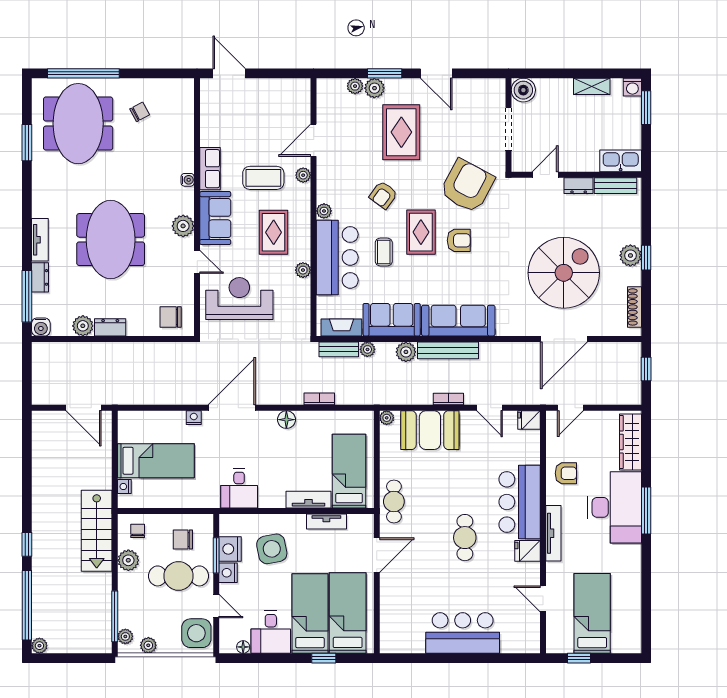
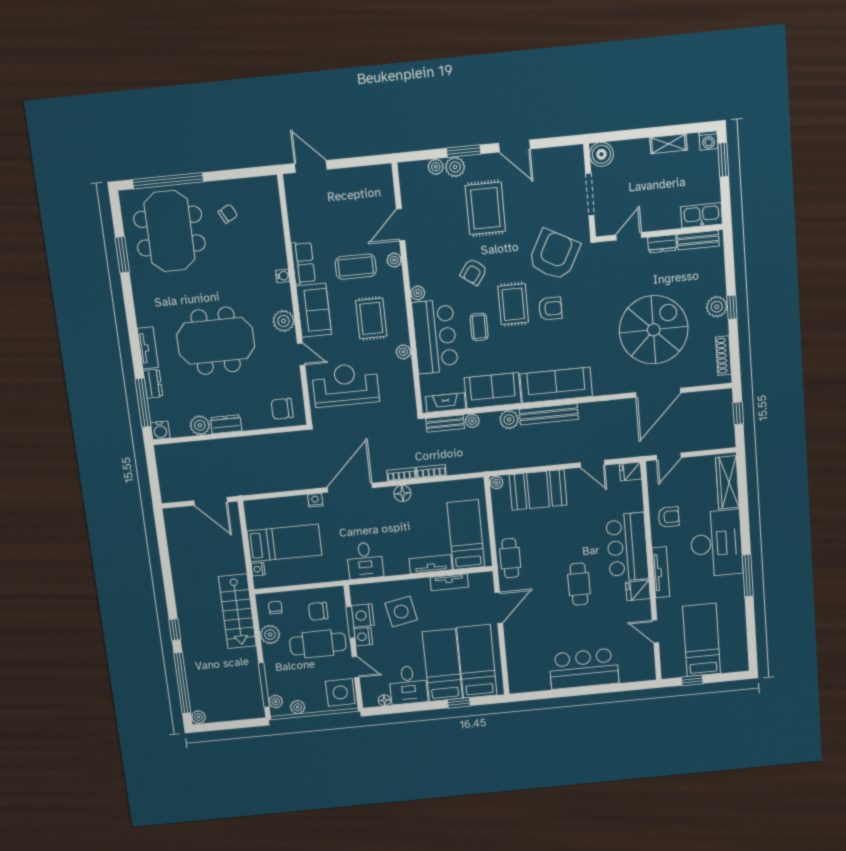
meeting table: (111, 240) -> (216, 341), turned 90
bookcase: (448, 399) -> (401, 474), moved
window: (646, 510) -> (748, 576), moved

